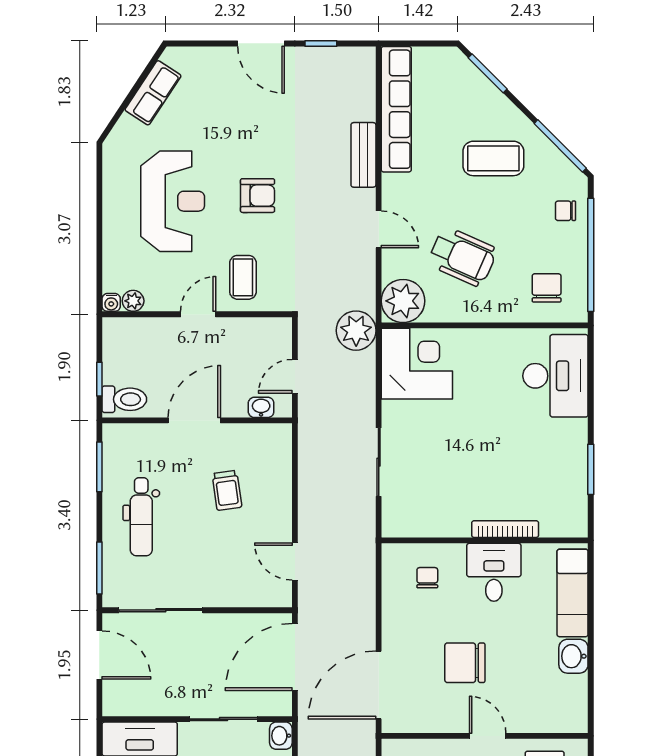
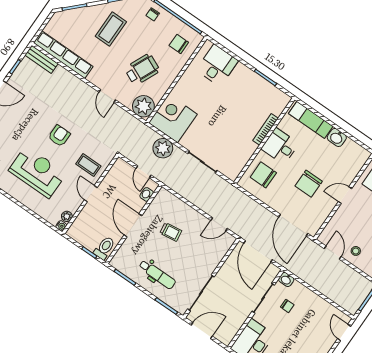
bench: (363, 155) -> (41, 59), moved
door: (379, 229) -> (107, 96), swing flipped
plant: (356, 331) -> (163, 148), moved
desk: (555, 376) -> (217, 65), width x0.73
chair: (427, 578) -> (263, 175), width x1.87, depth x1.87

